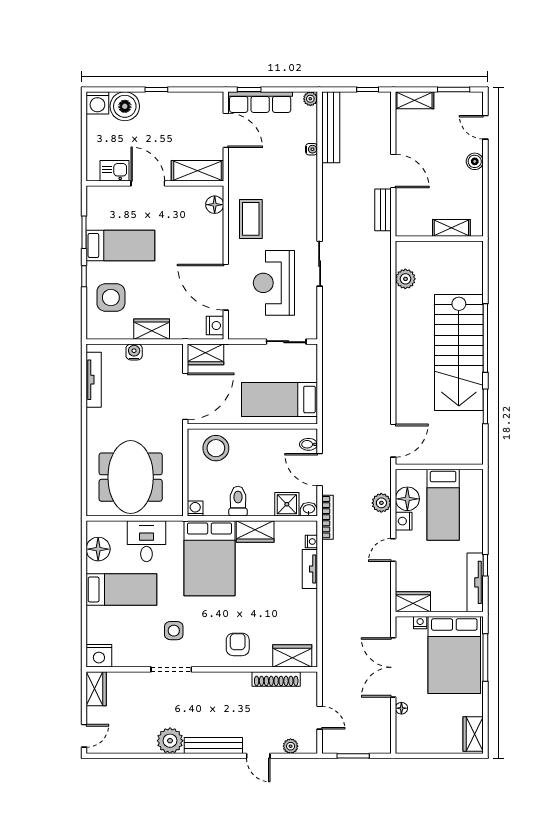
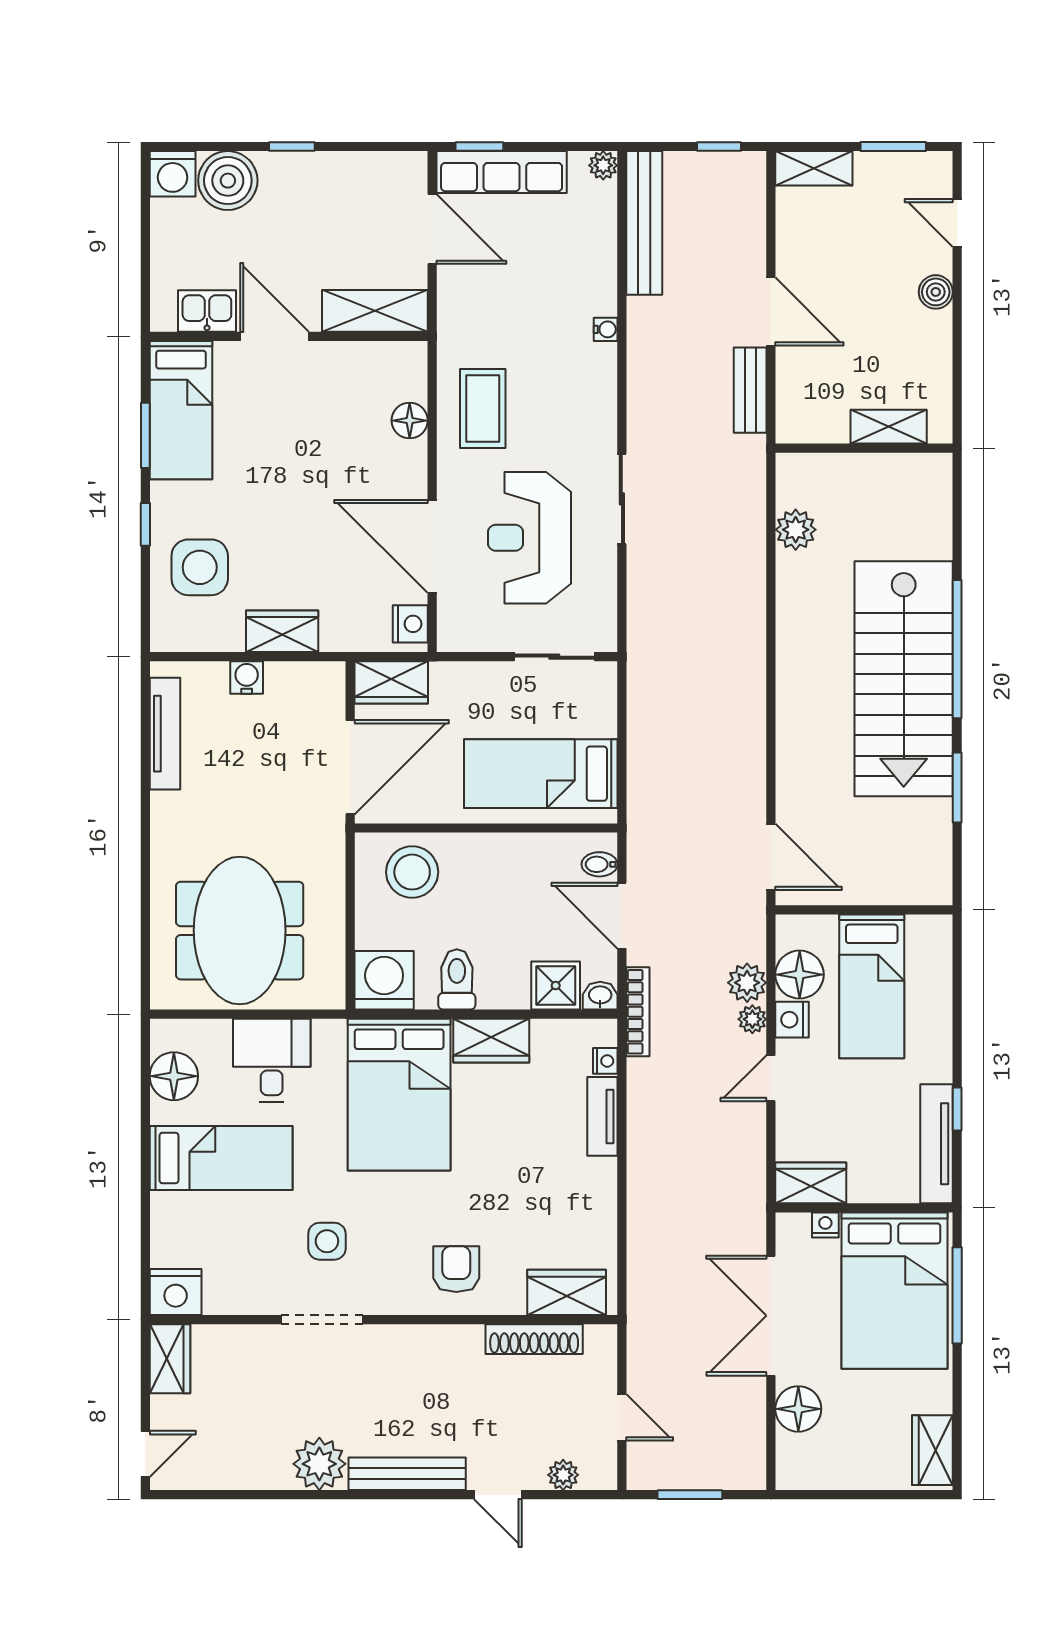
water cooler: (312, 149) -> (606, 329), moved
floor lamp: (215, 205) -> (410, 421), moved
bed: (120, 245) -> (181, 410), moved, turned 90
door: (393, 441) -> (771, 857), hinge flipped
washing machine: (195, 508) -> (384, 980), width x1.89, depth x1.89
plant: (384, 521) -> (752, 1019), added
floor lamp: (401, 708) -> (798, 1409), width x1.89, depth x1.89

